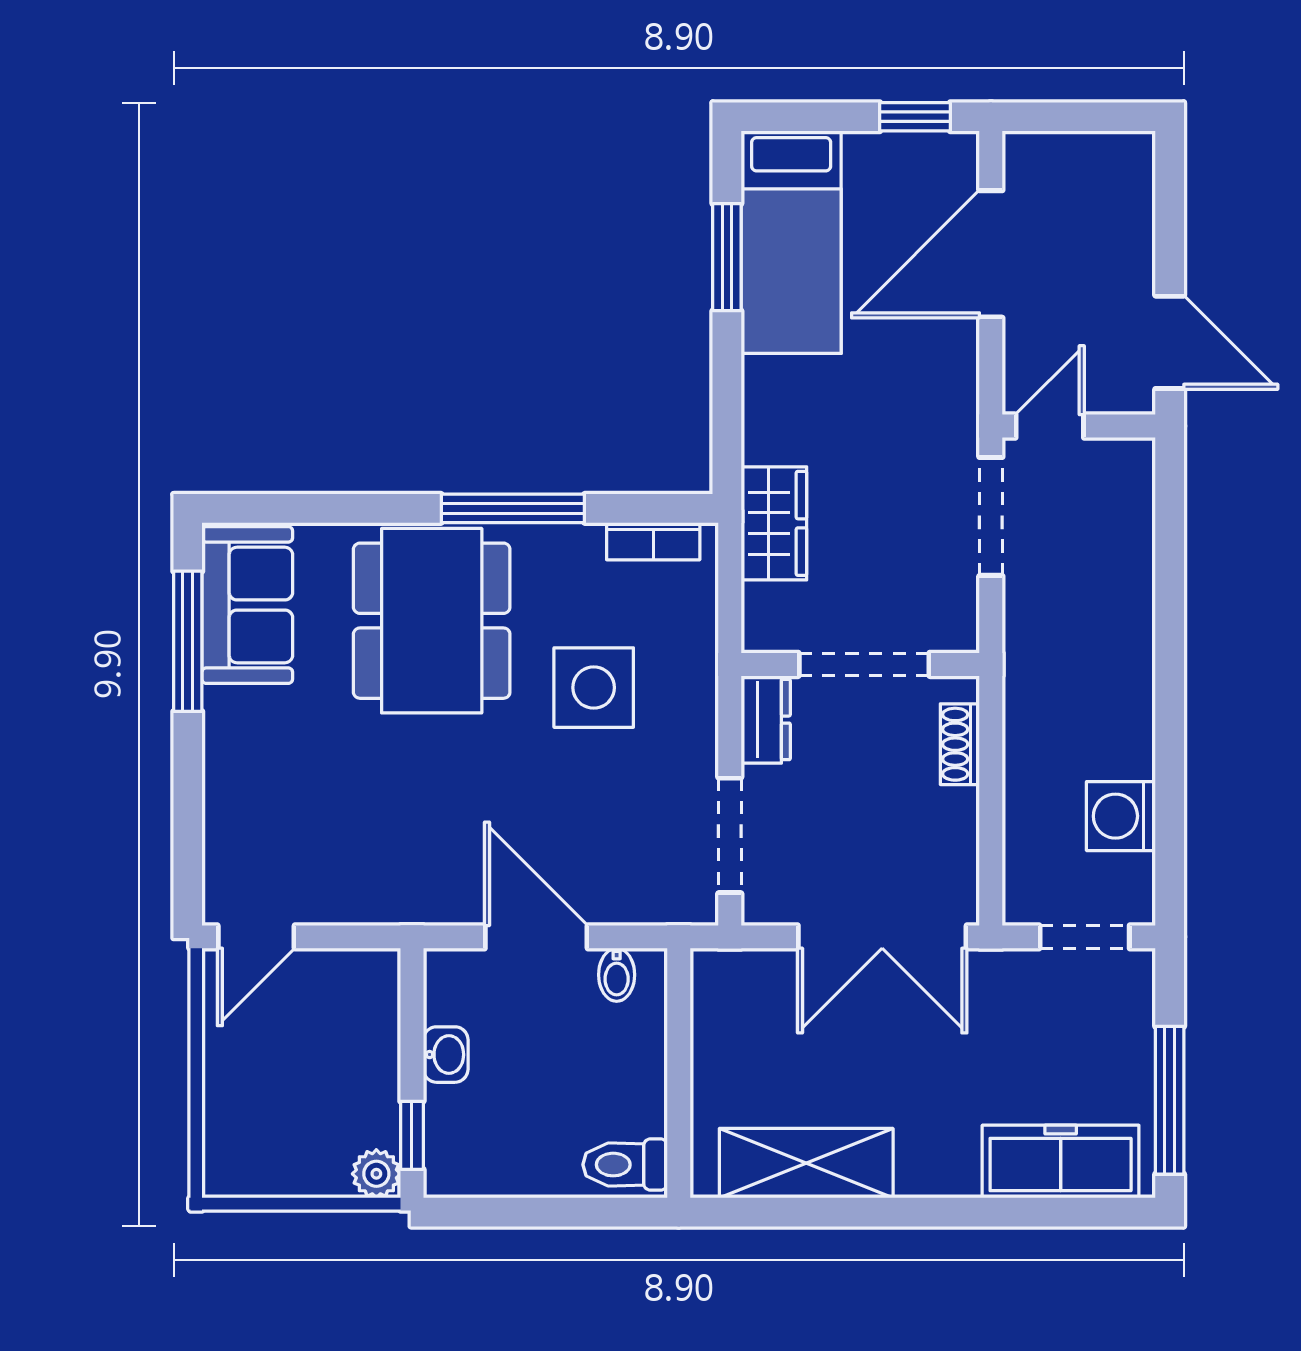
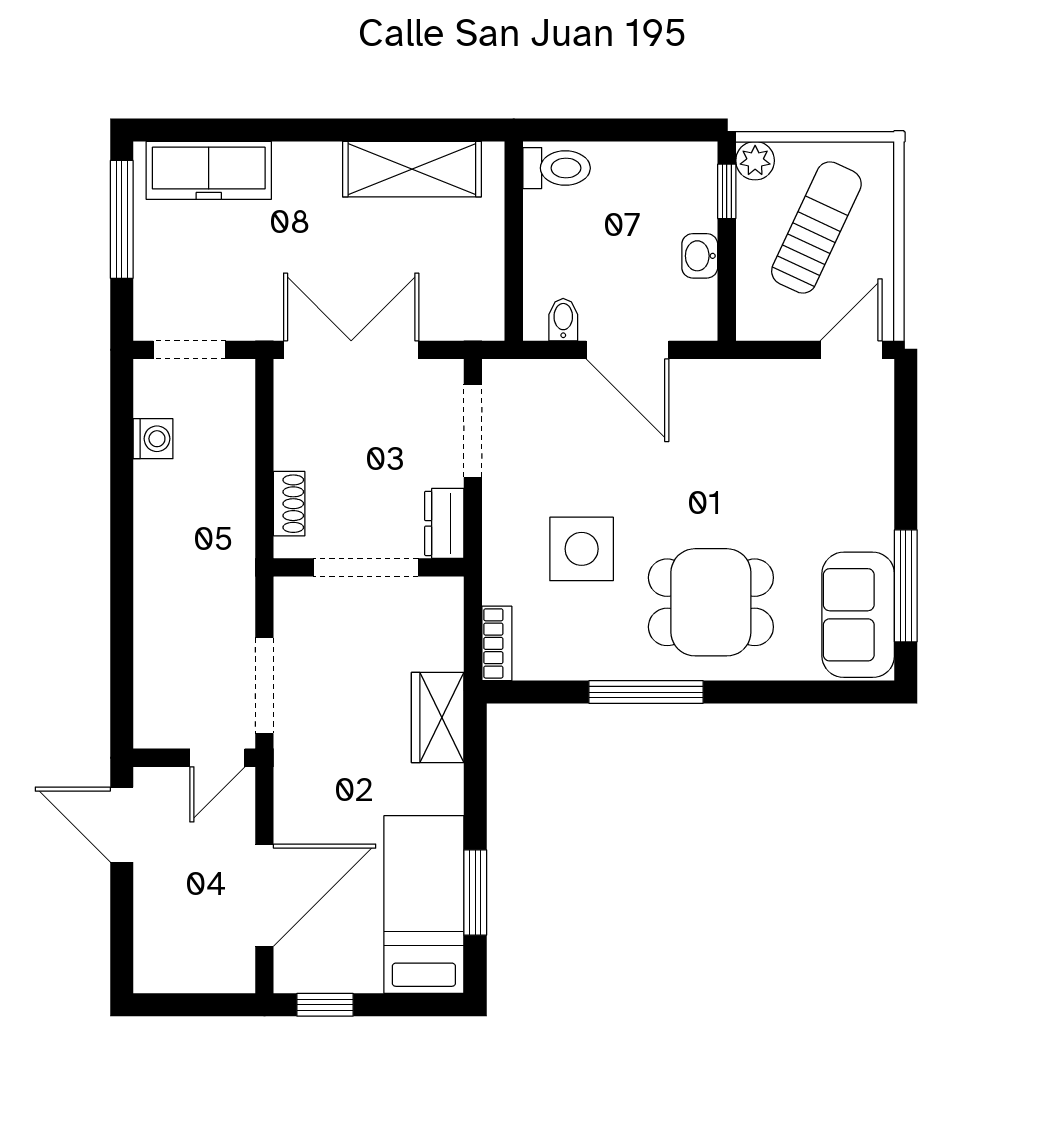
wardrobe: (774, 523) -> (438, 718), moved
bookcase: (653, 541) -> (497, 643), moved, turned 90
dining table: (432, 621) -> (711, 602), width x0.73
washing machine: (1121, 816) -> (153, 439), width x0.73, depth x0.73
sun lounger: (300, 1090) -> (816, 227), added

